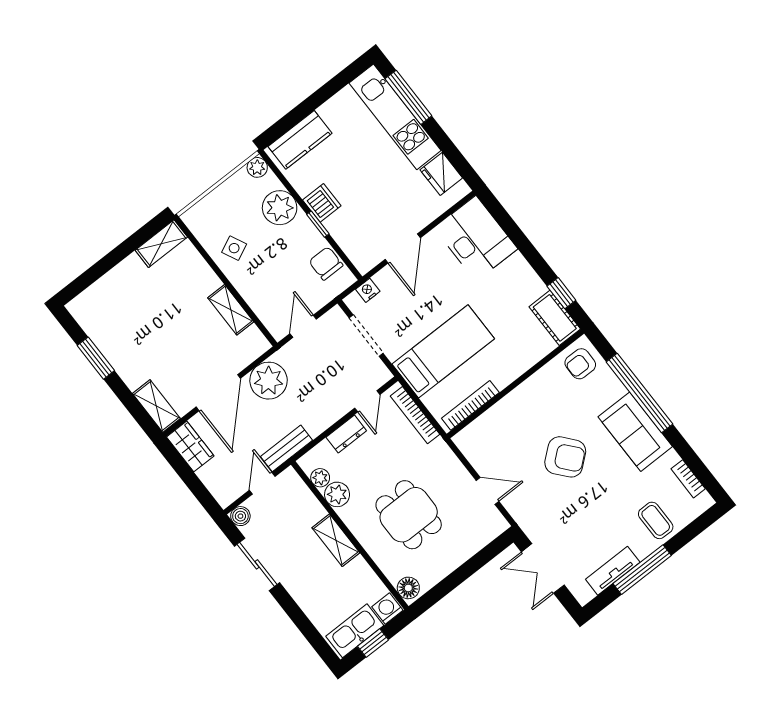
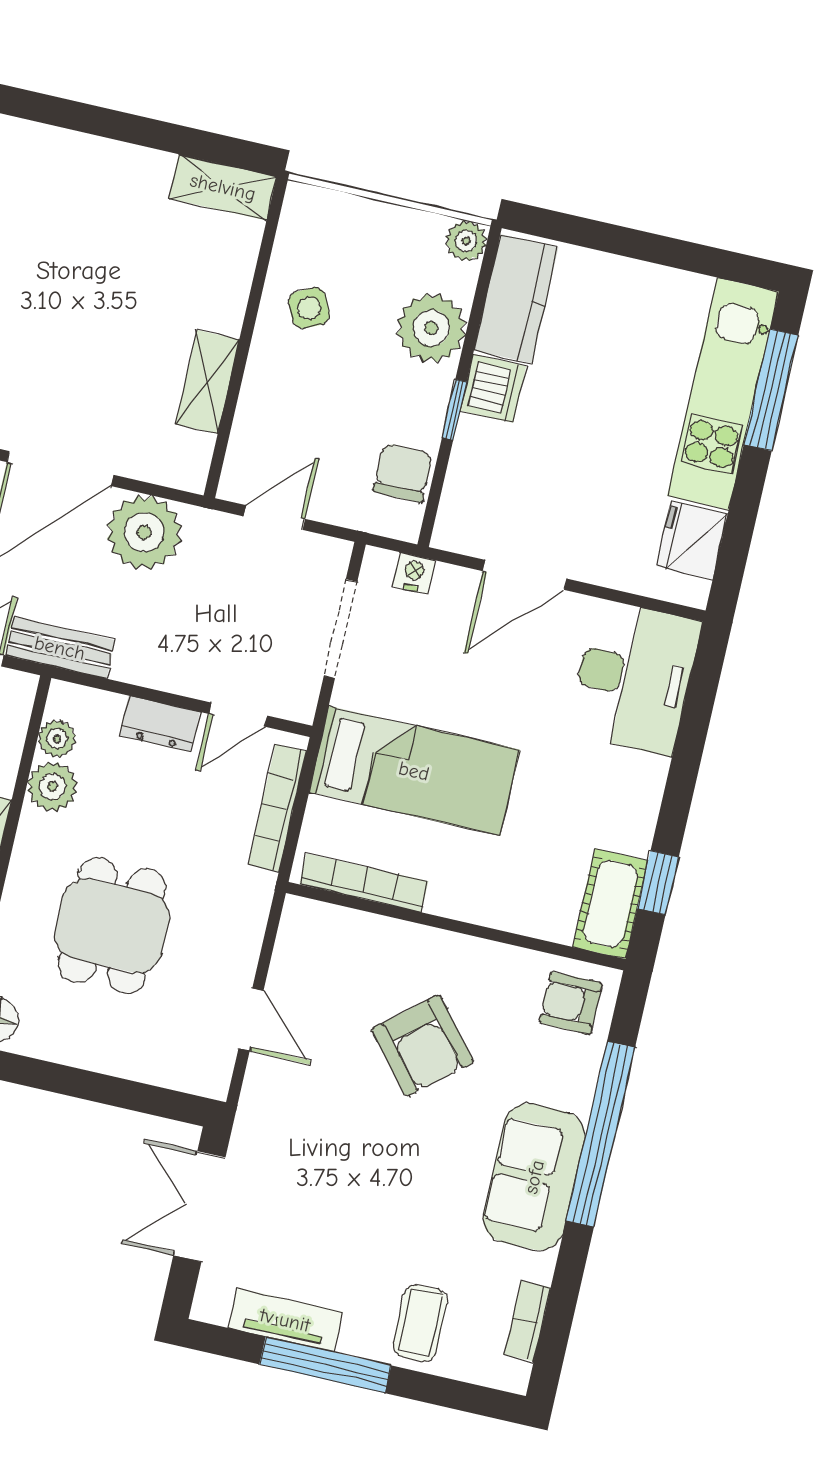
kitchen counter: (300, 140) -> (516, 299), moved, turned -90
armchair: (565, 457) -> (423, 1046), moved

